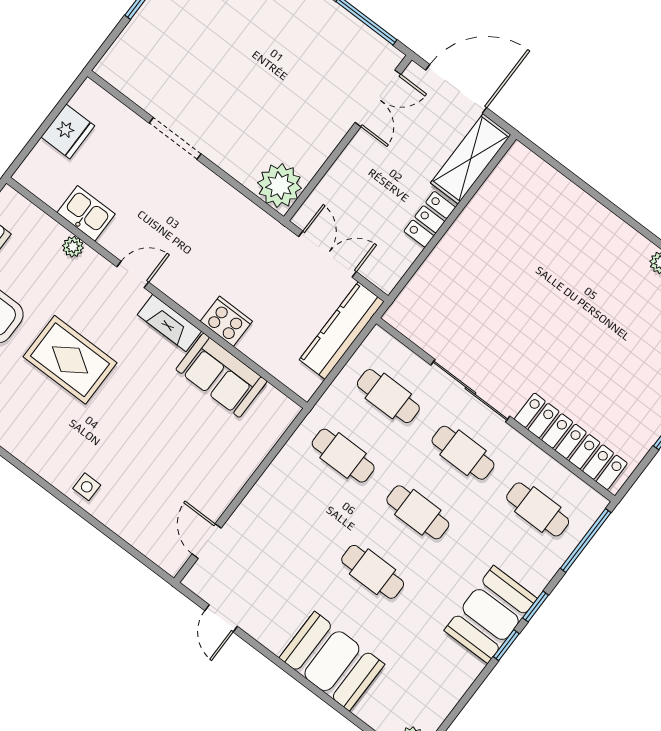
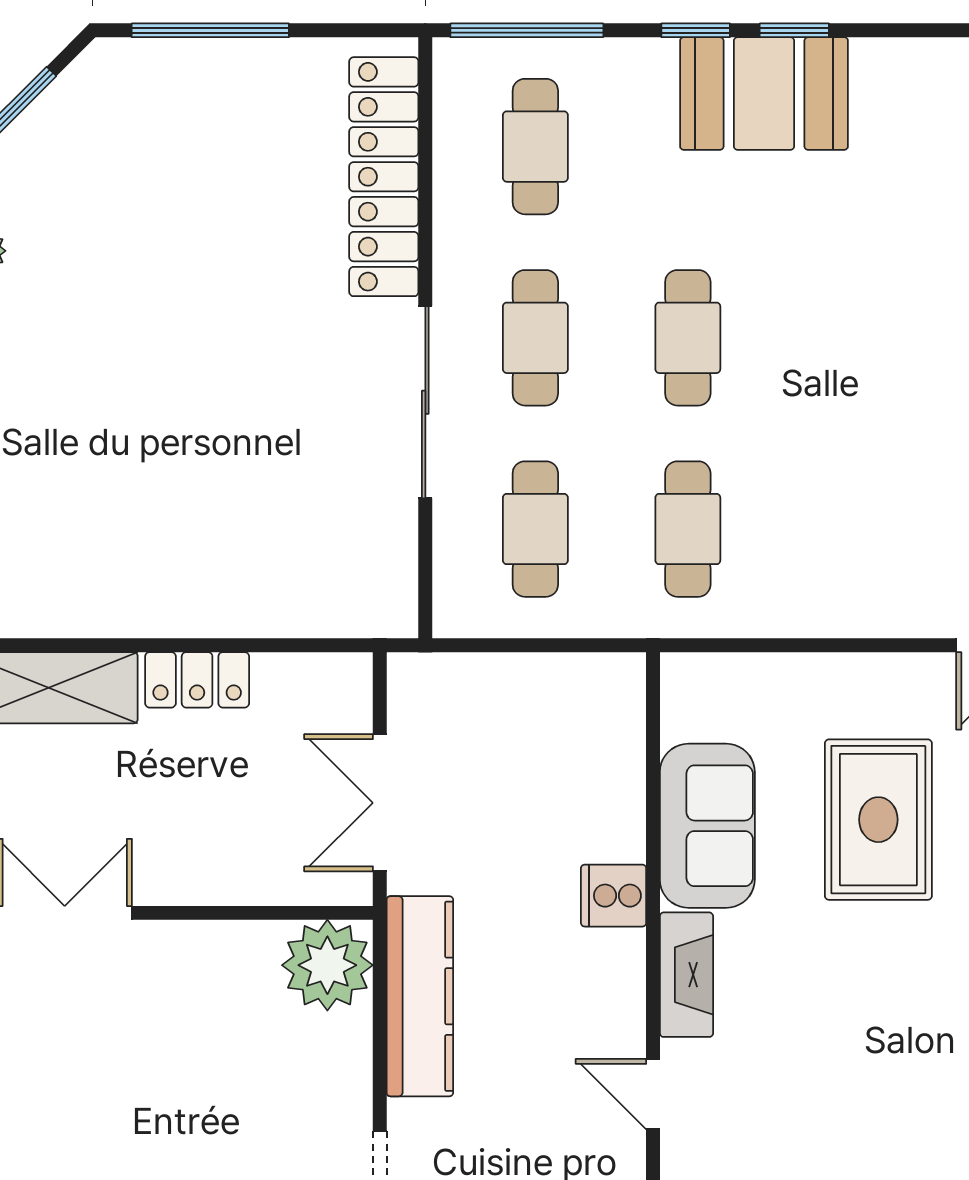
cooker: (226, 321) -> (614, 896), width x0.73
kitchen counter: (342, 331) -> (420, 996), moved, turned -90
rug: (70, 360) -> (878, 820), moved
cafe table: (373, 572) -> (840, 338), removed

